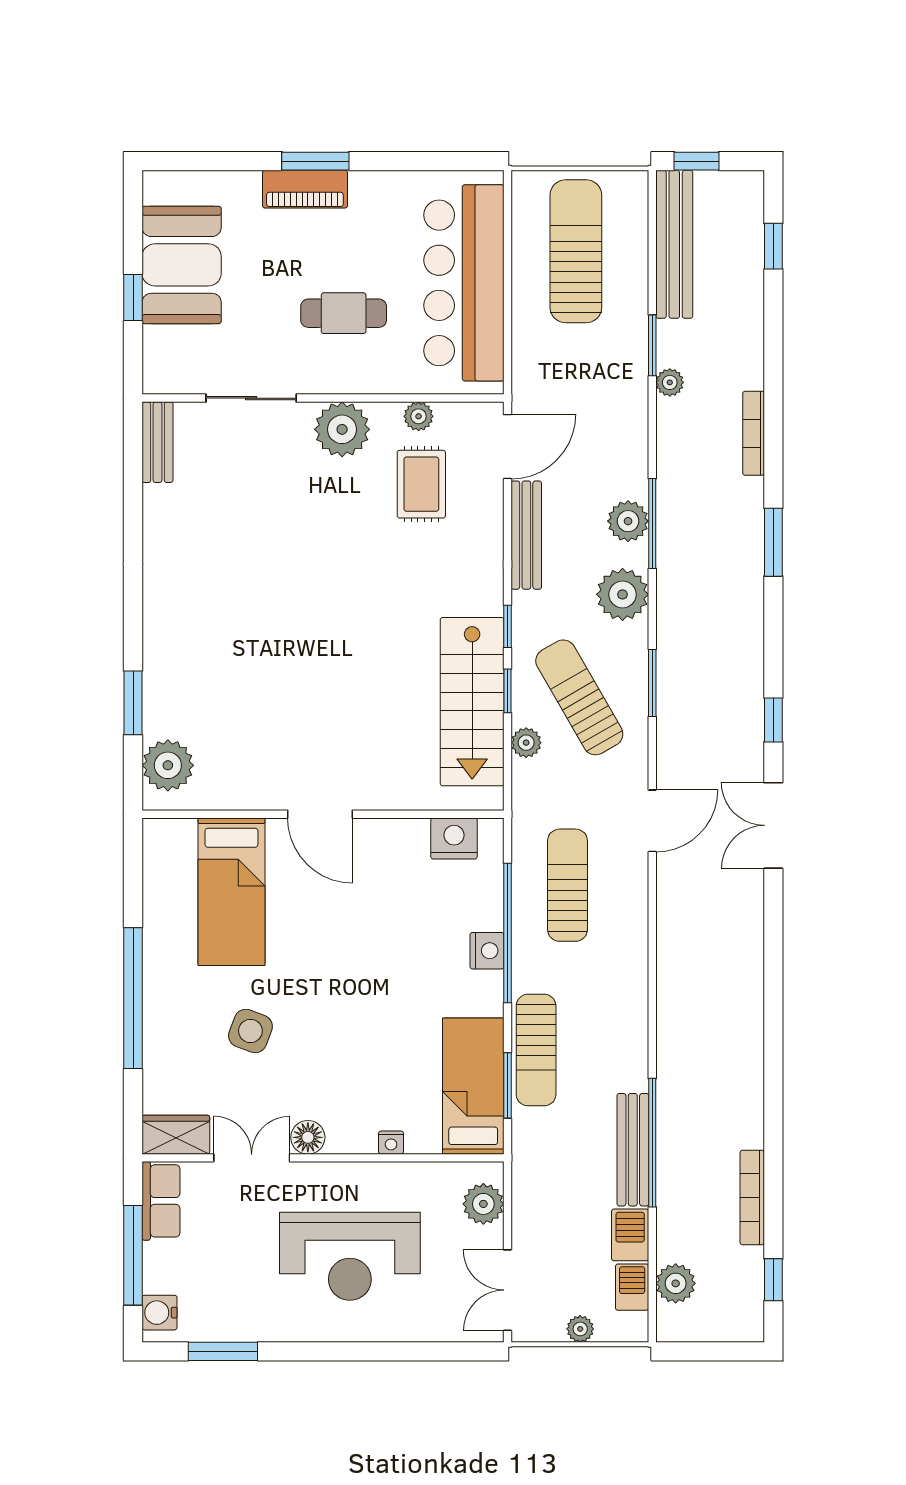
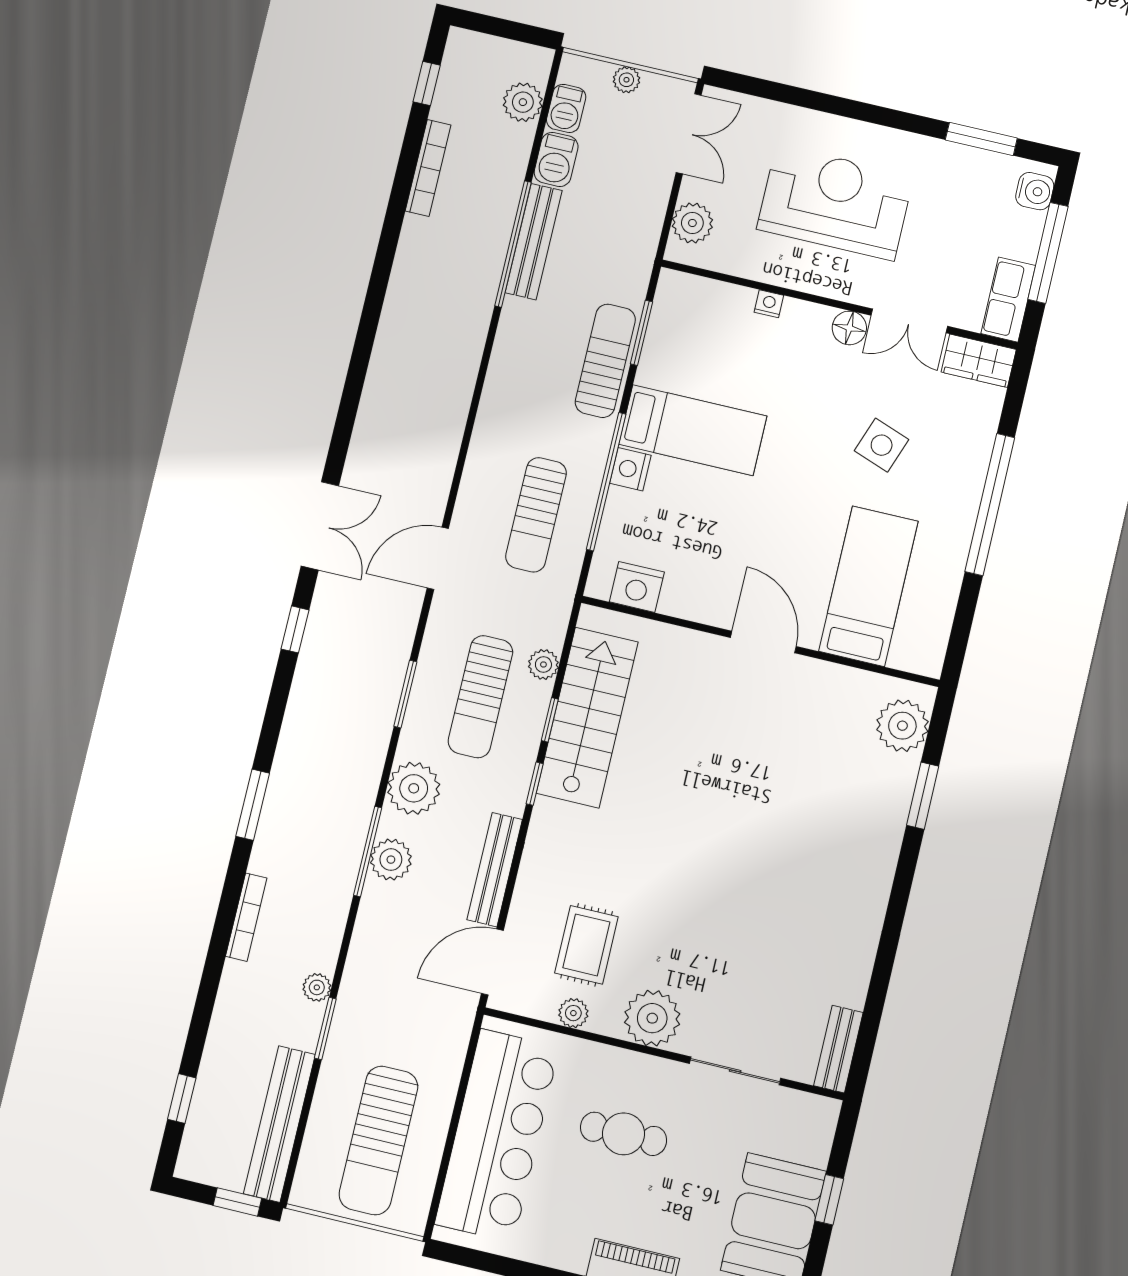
sun lounger: (579, 697) -> (481, 697), turned 30
bed: (473, 1086) -> (693, 430), moved, turned -90

